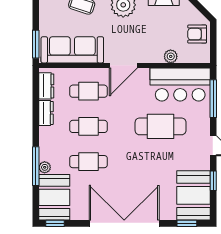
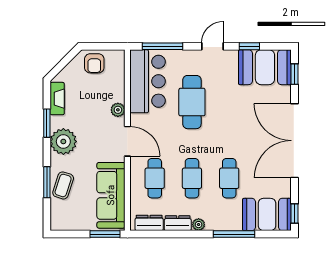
plant: (171, 56) -> (118, 110), moved
plant: (45, 167) -> (199, 225), moved

